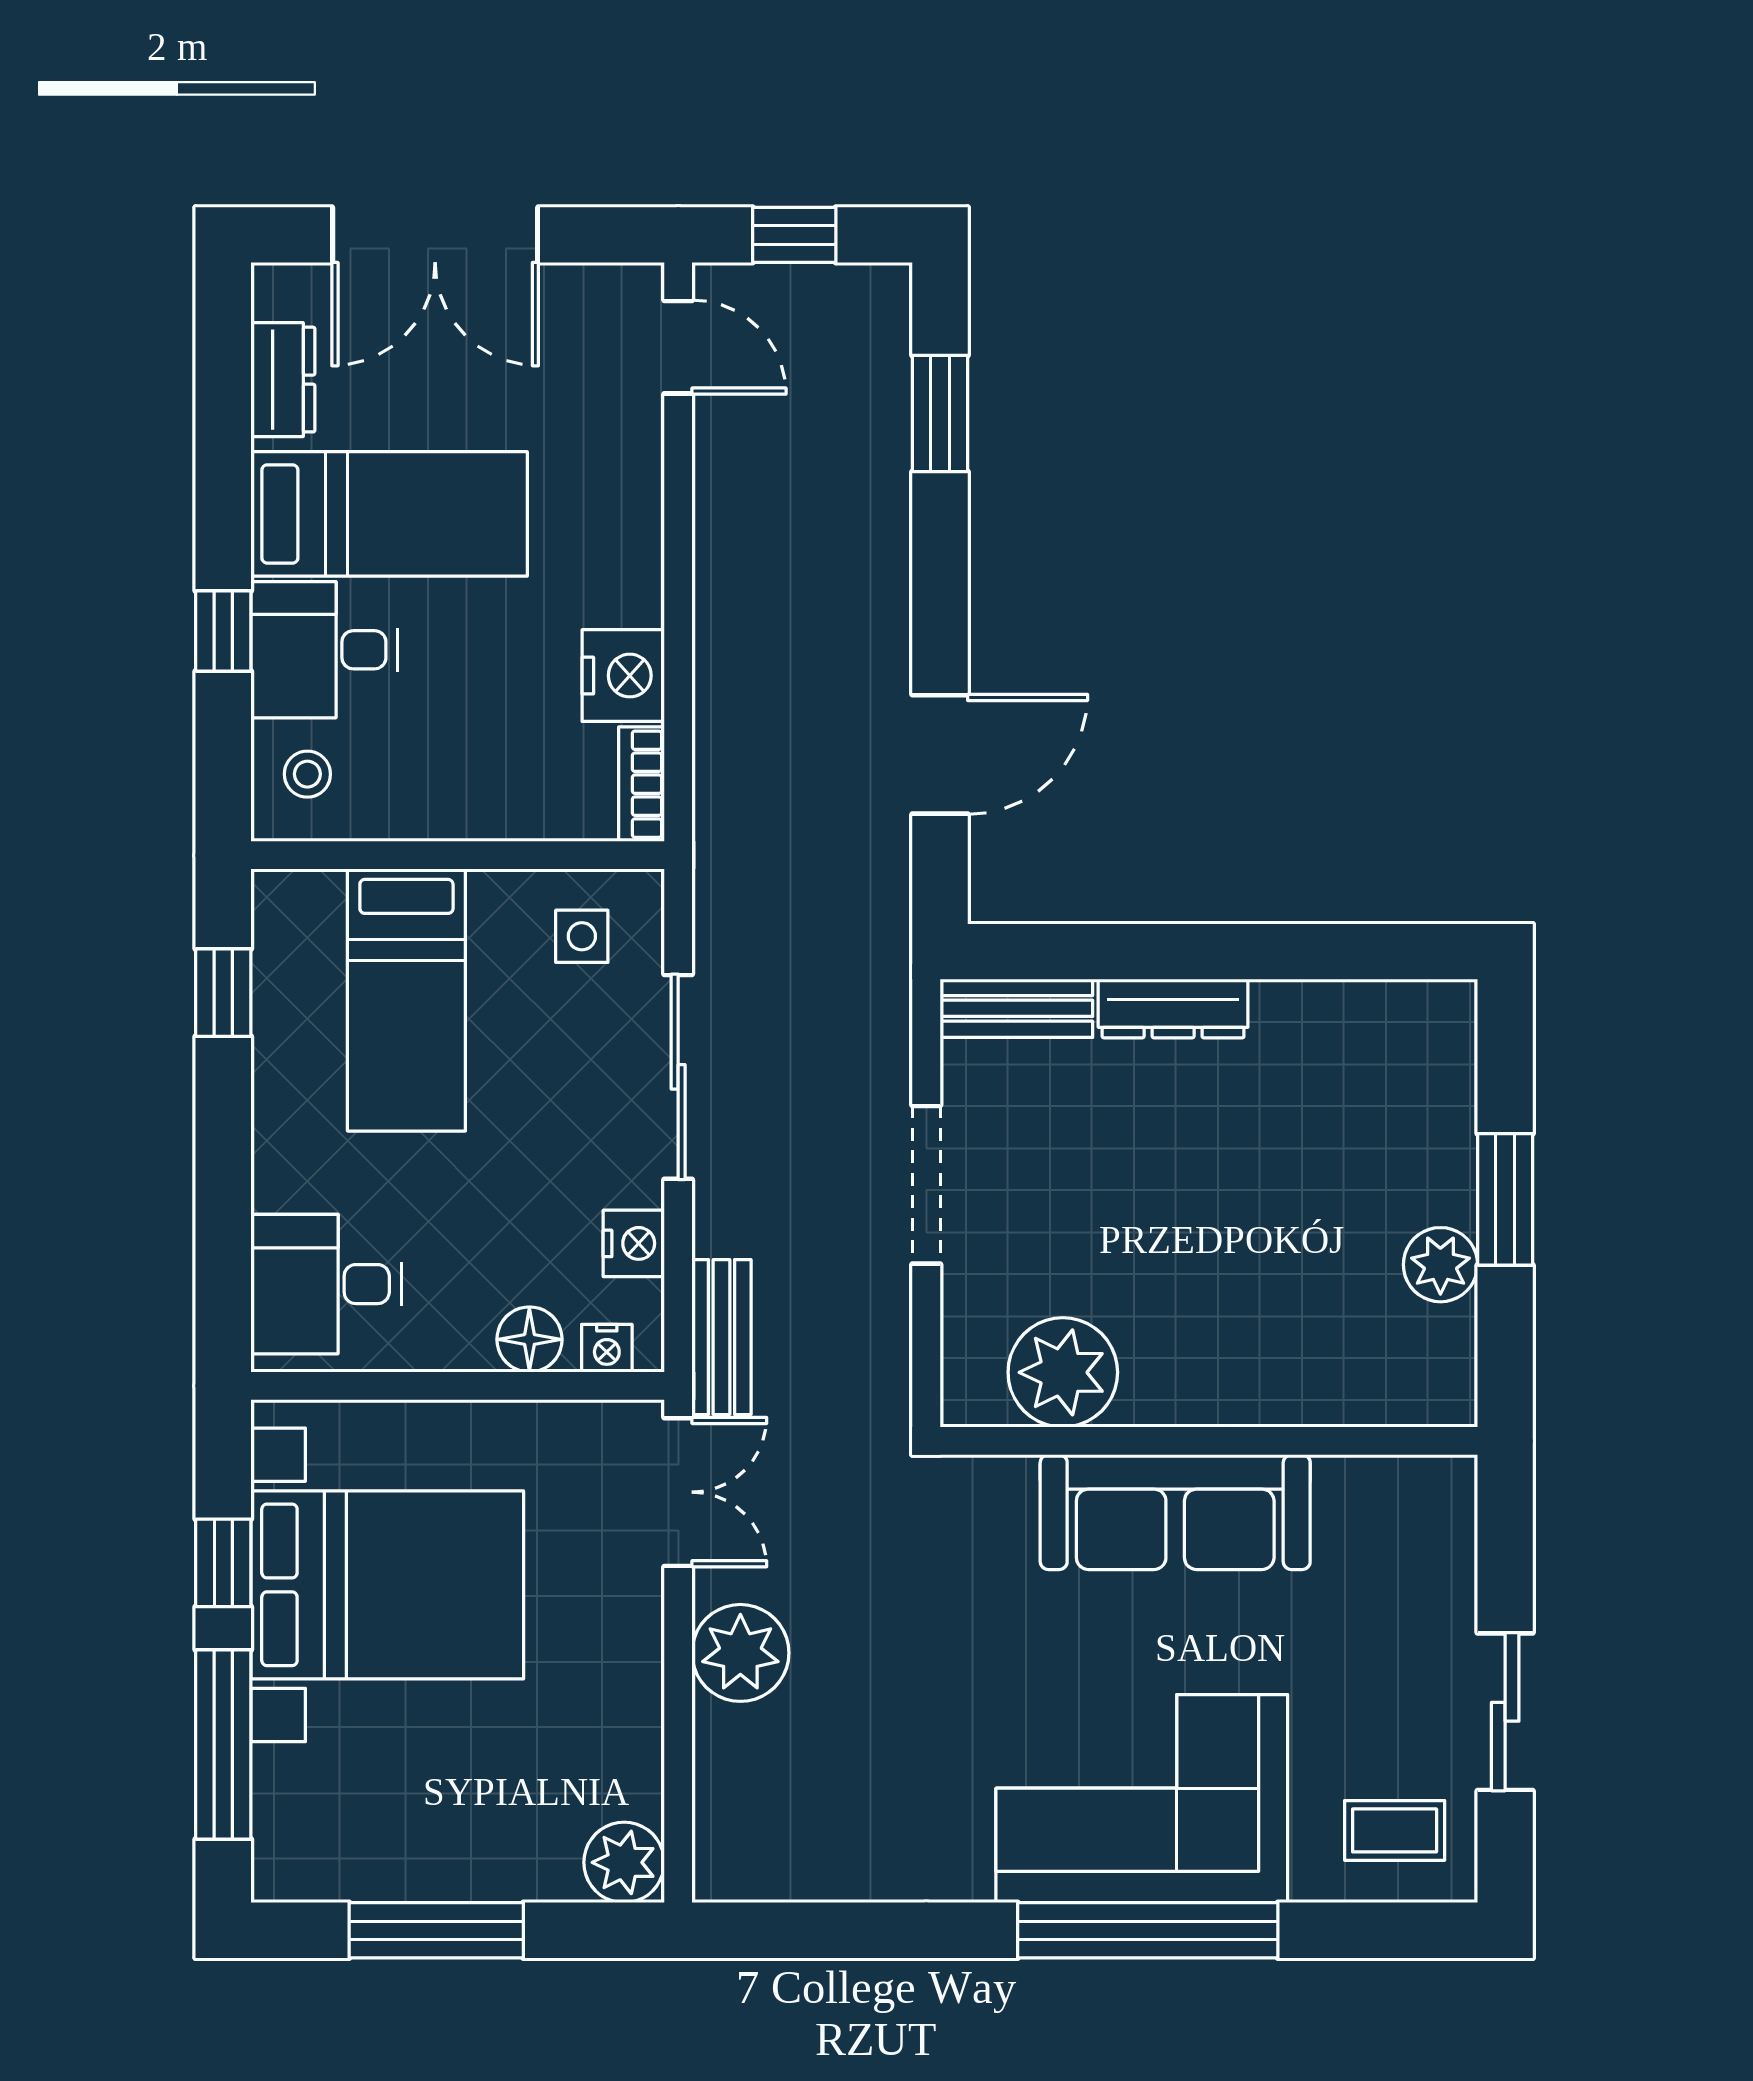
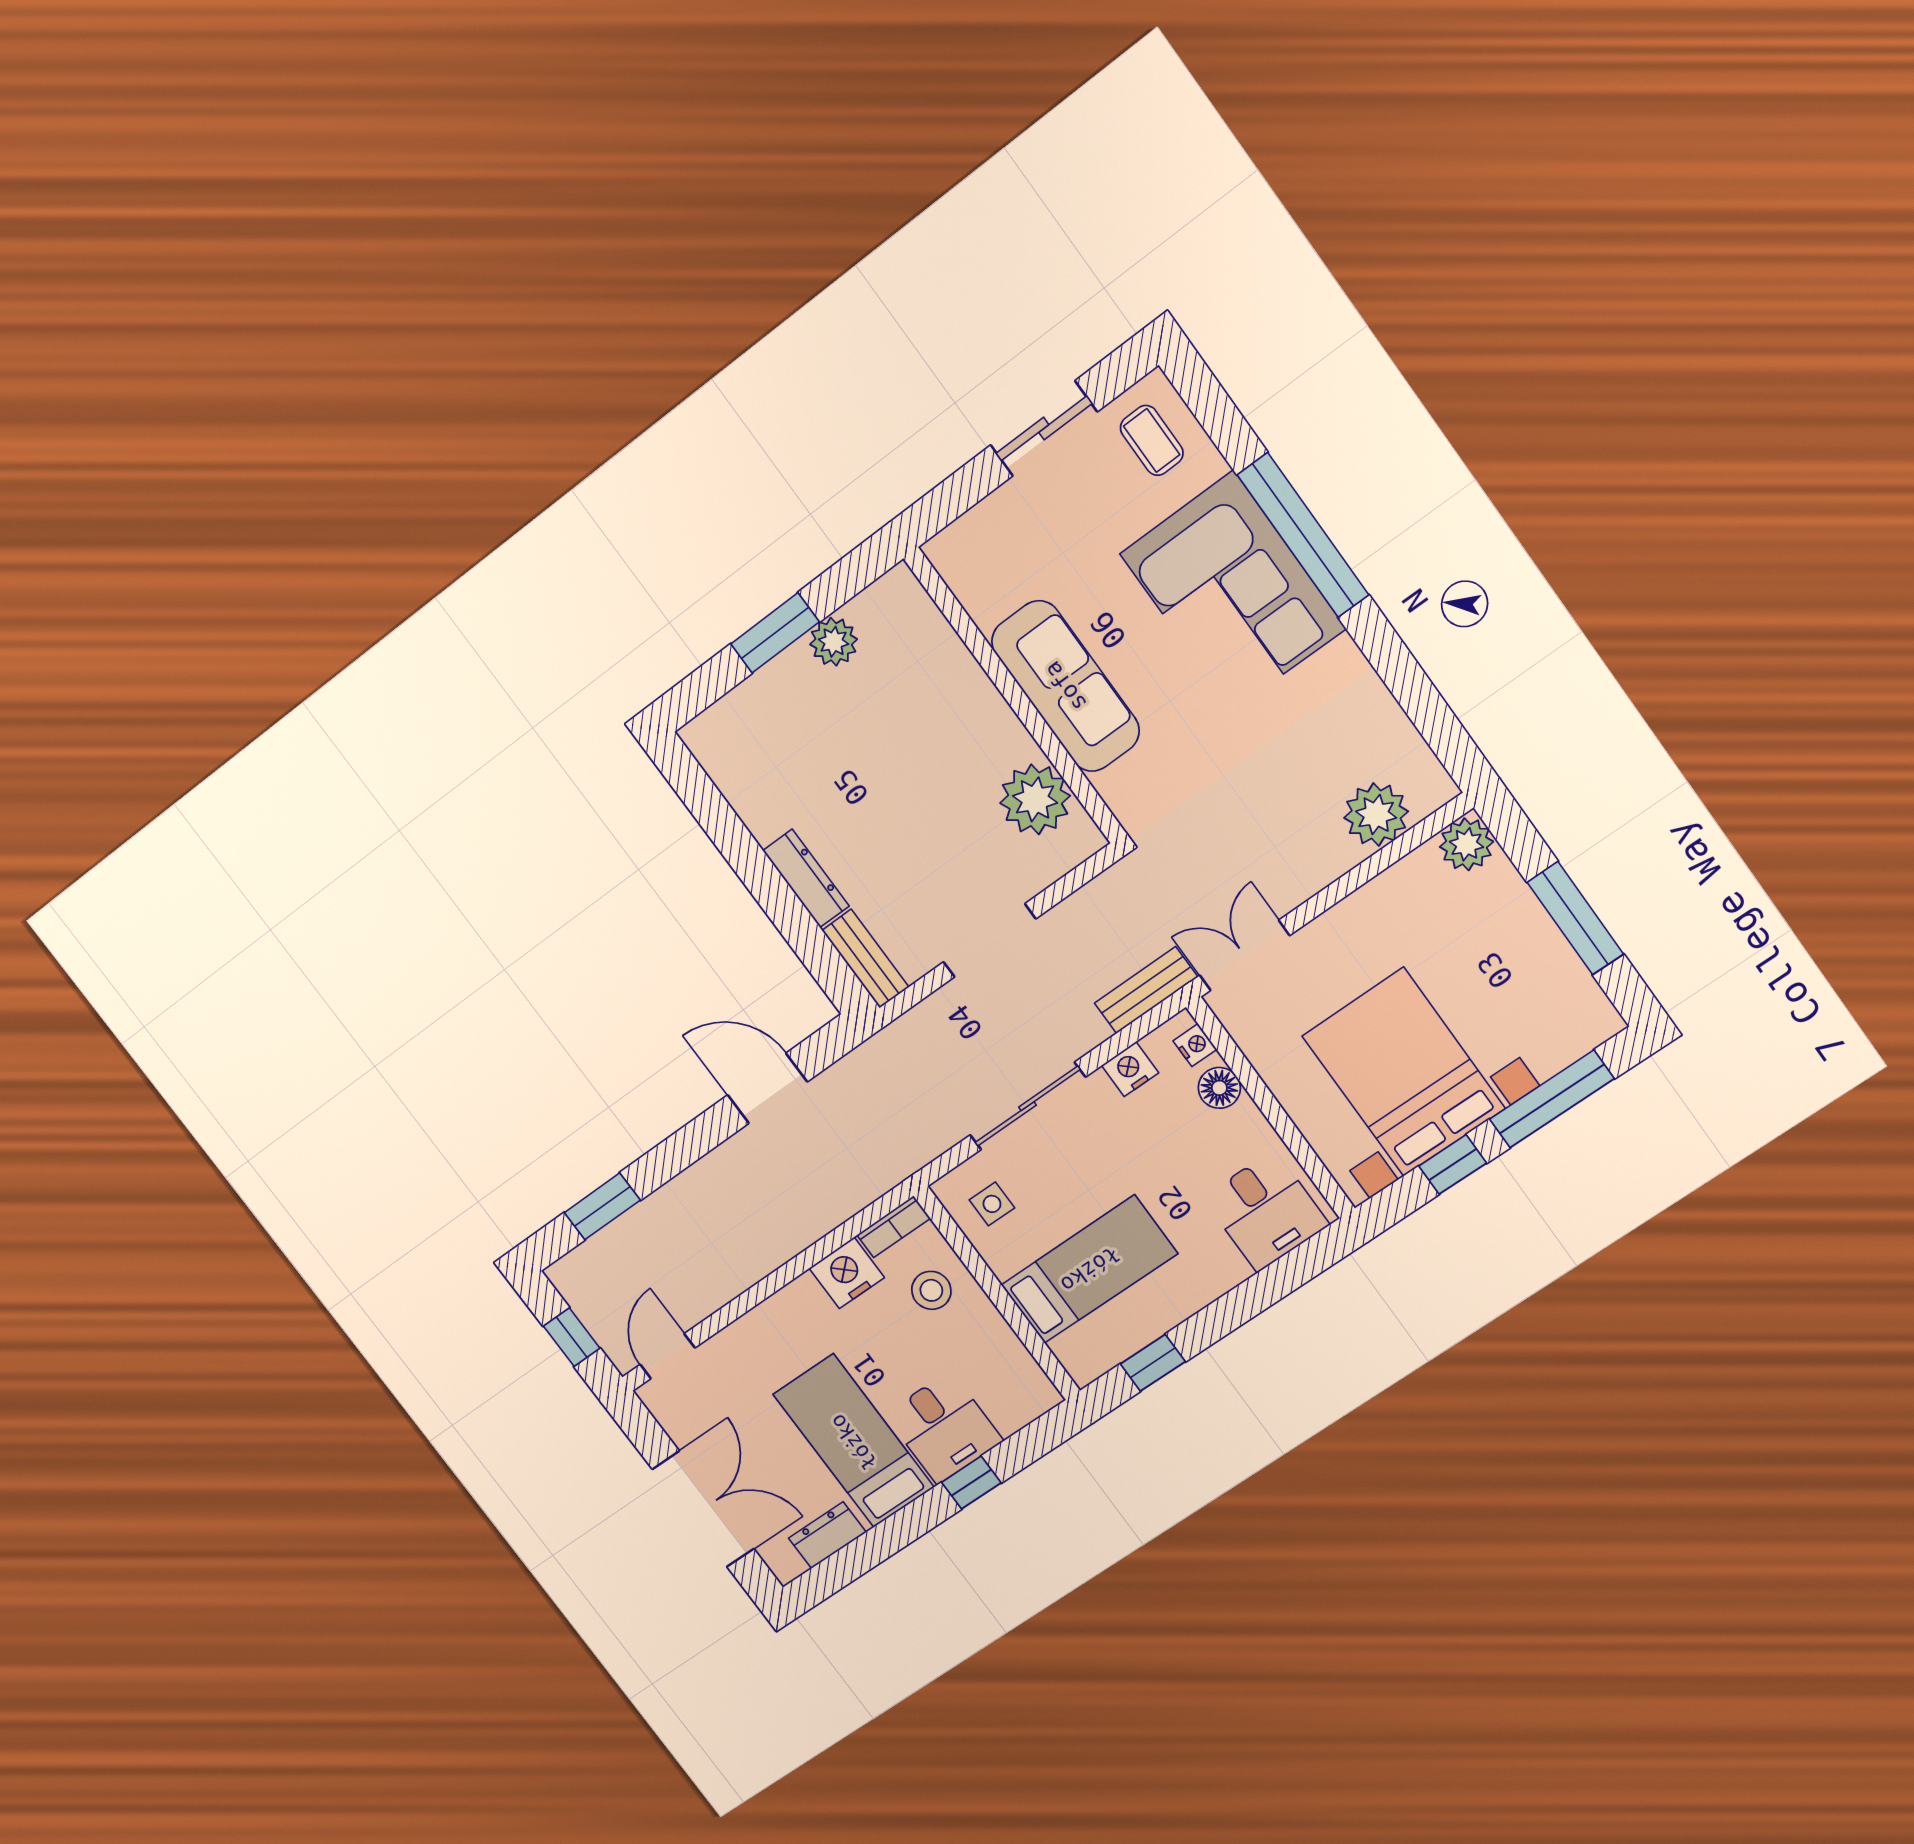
stool: (307, 774) -> (931, 1290), moved, width x1.37, depth x1.37
plant: (740, 1653) -> (1376, 815), moved

